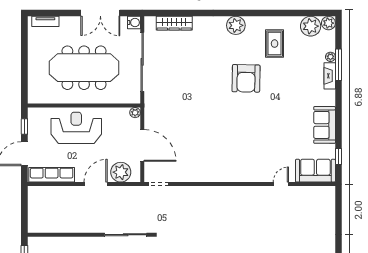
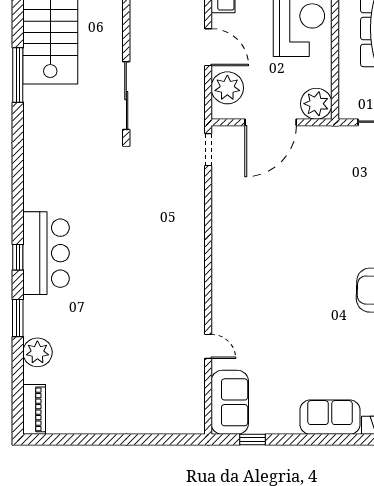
plant: (135, 113) -> (316, 104), width x1.87, depth x1.87
sofa: (325, 125) -> (330, 417), moved

